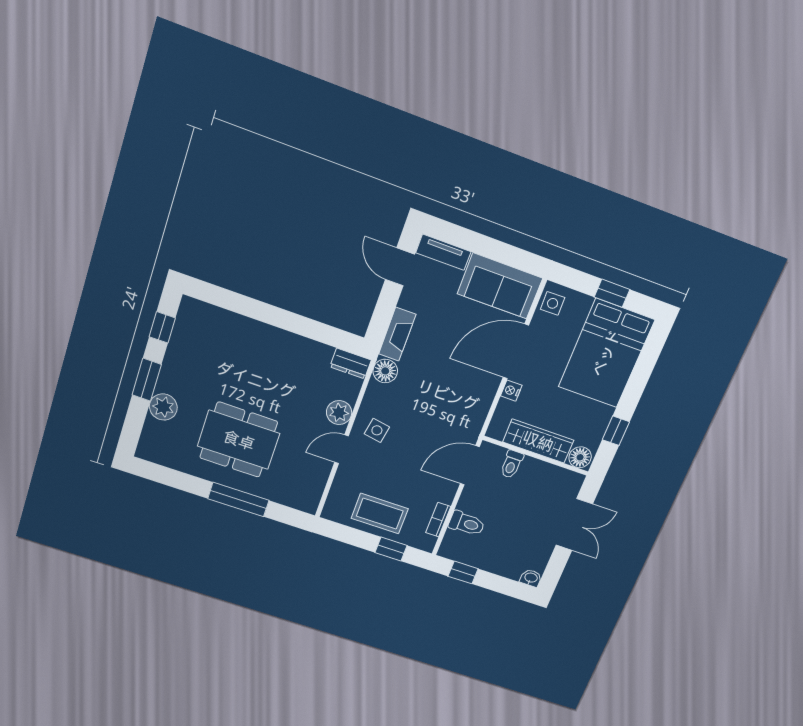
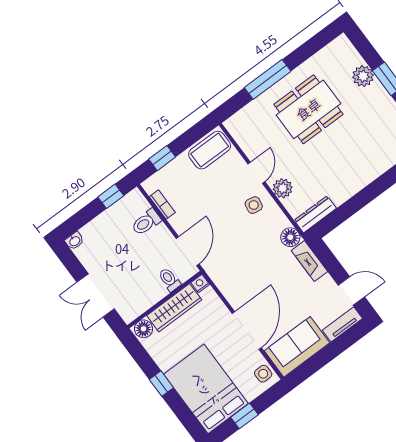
dresser: (351, 363) -> (315, 214), width x1.44
nightstand: (511, 391) -> (200, 284), moved, turned -90
window: (616, 431) -> (161, 384), moved
coffee table: (380, 514) -> (210, 150), moved

